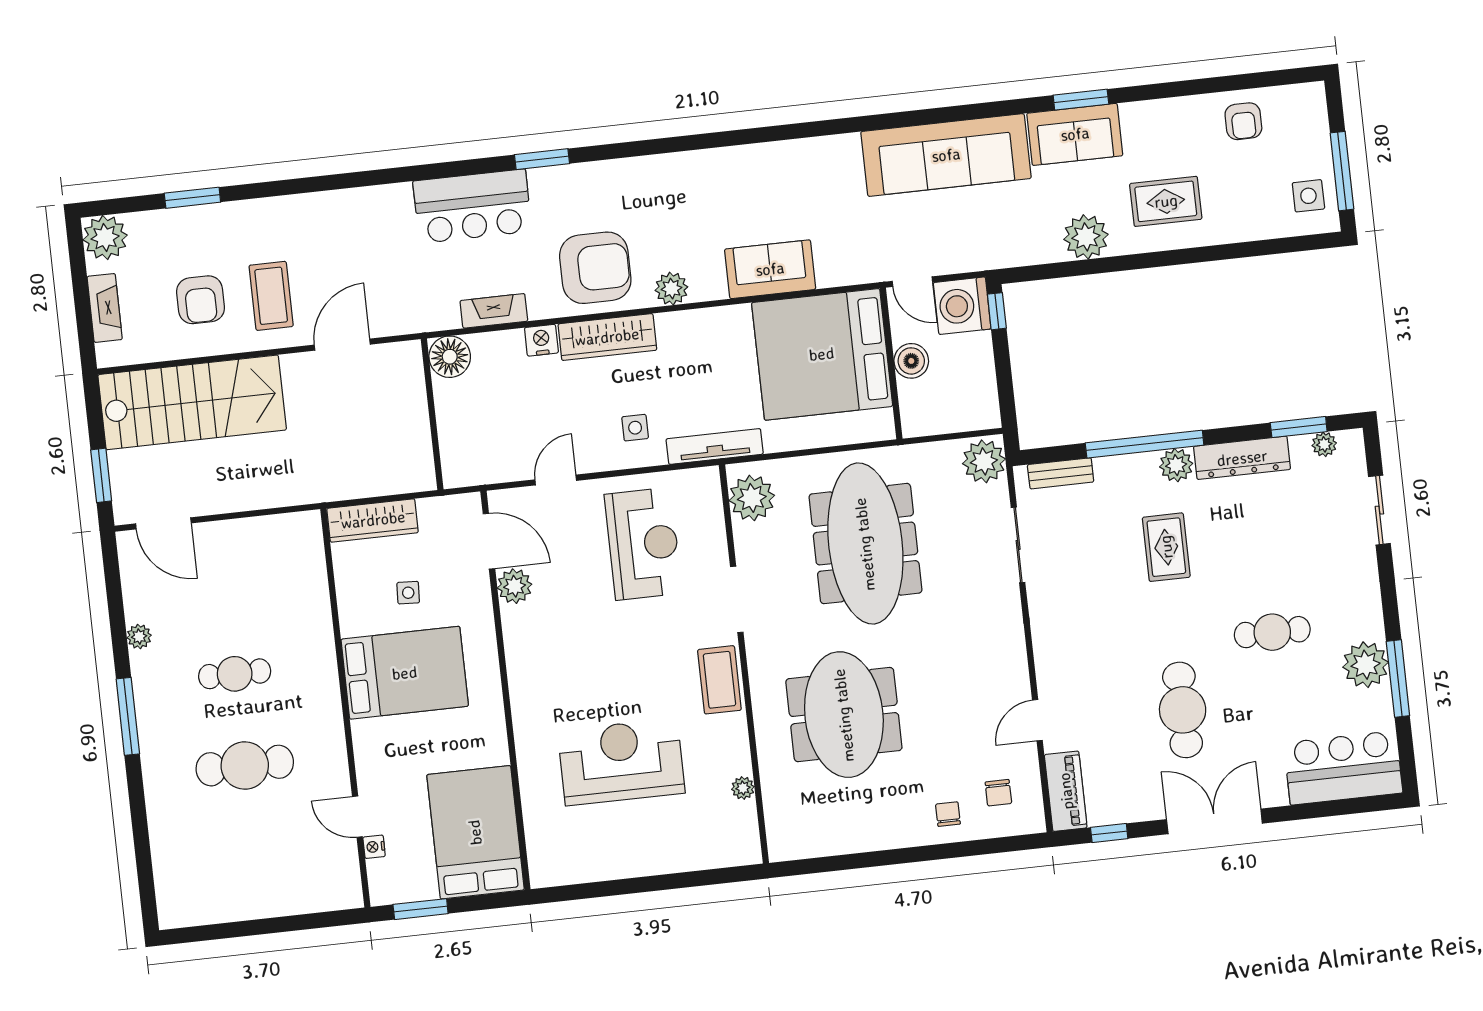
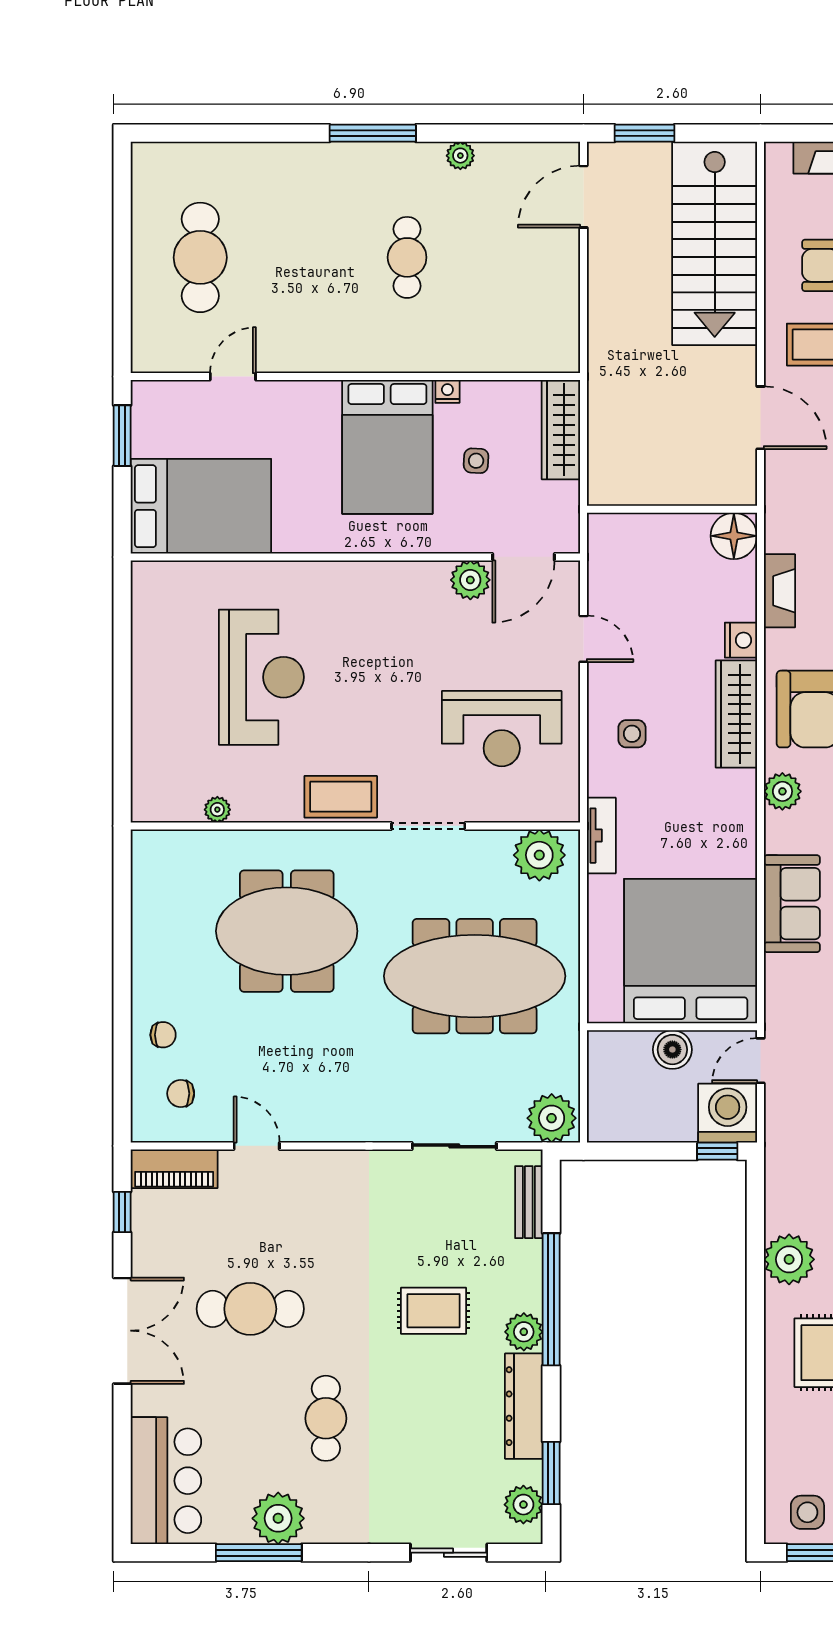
plant: (1324, 444) -> (523, 1505), width x1.38, depth x1.38
tv unit: (715, 446) -> (601, 836), width x0.71
cafe table: (245, 766) -> (200, 257), moved
nightstand: (374, 847) -> (447, 391), moved

